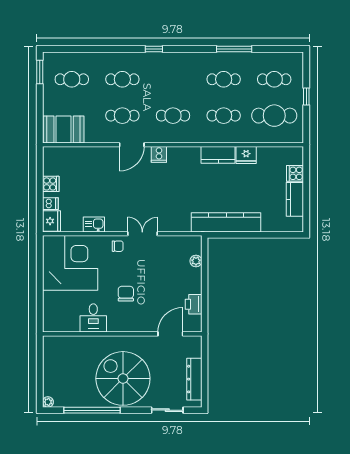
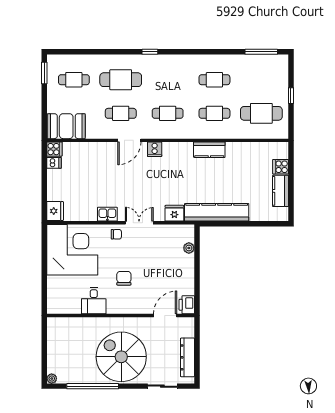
window: (234, 49) -> (261, 52), moved
cafe table: (122, 79) -> (121, 80), width x1.37, depth x1.35
cafe table: (274, 79) -> (261, 80), removed
fridge: (246, 155) -> (174, 213), moved, turned 180
cooker: (51, 184) -> (54, 149), moved
dishwasher: (50, 204) -> (54, 163), moved
kitchen sink: (94, 224) -> (107, 214), moved
printer: (194, 304) -> (187, 305), moved

